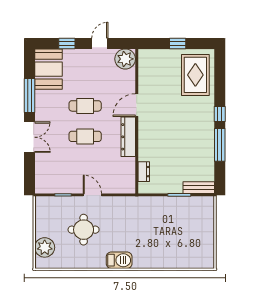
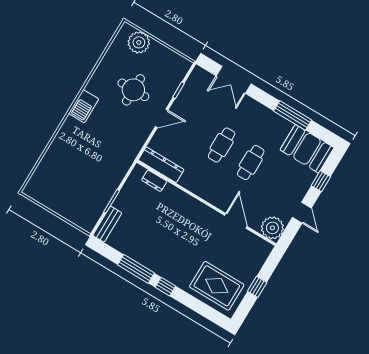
door: (137, 105) -> (236, 221), moved
double door: (29, 137) -> (234, 80), moved
dresser: (128, 137) -> (161, 165), moved

